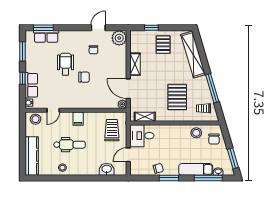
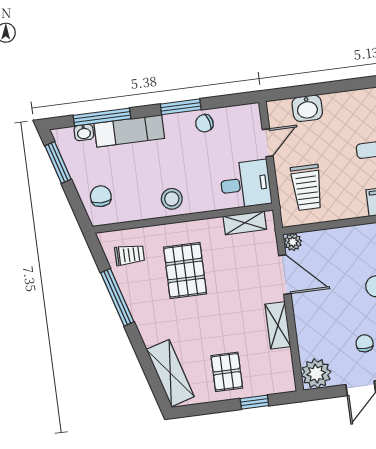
shelving: (193, 55) -> (170, 373), width x0.68
stool: (196, 133) -> (172, 199), moved

